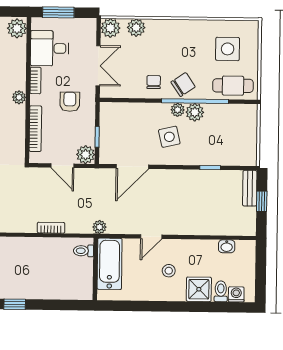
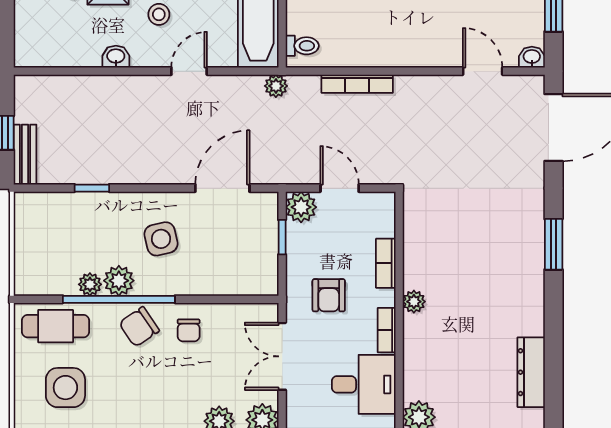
plant: (178, 110) -> (90, 284), moved
bookcase: (35, 129) -> (386, 263), width x0.64
bookcase: (51, 228) -> (357, 84), width x1.56
washbasin: (227, 246) -> (116, 57), moved

